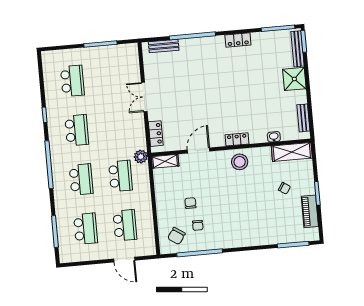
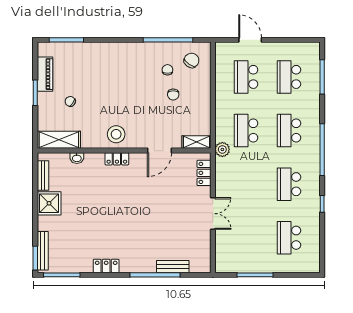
bench: (164, 46) -> (173, 267), moved
shower: (294, 79) -> (49, 203), moved

